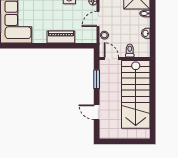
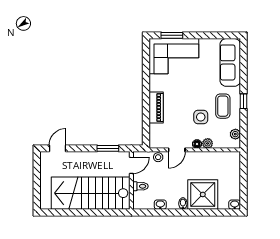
door: (98, 19) -> (177, 150), swing flipped
door: (97, 112) -> (58, 148), moved

